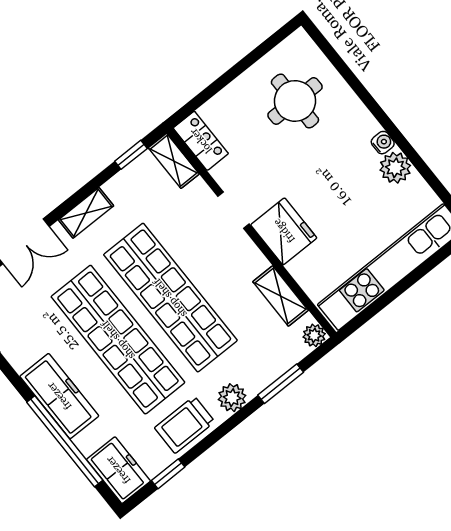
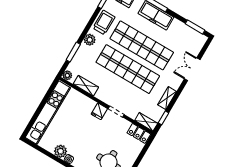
shelving: (86, 213) -> (167, 98), moved
fridge: (284, 231) -> (99, 111), width x0.53, depth x0.75

